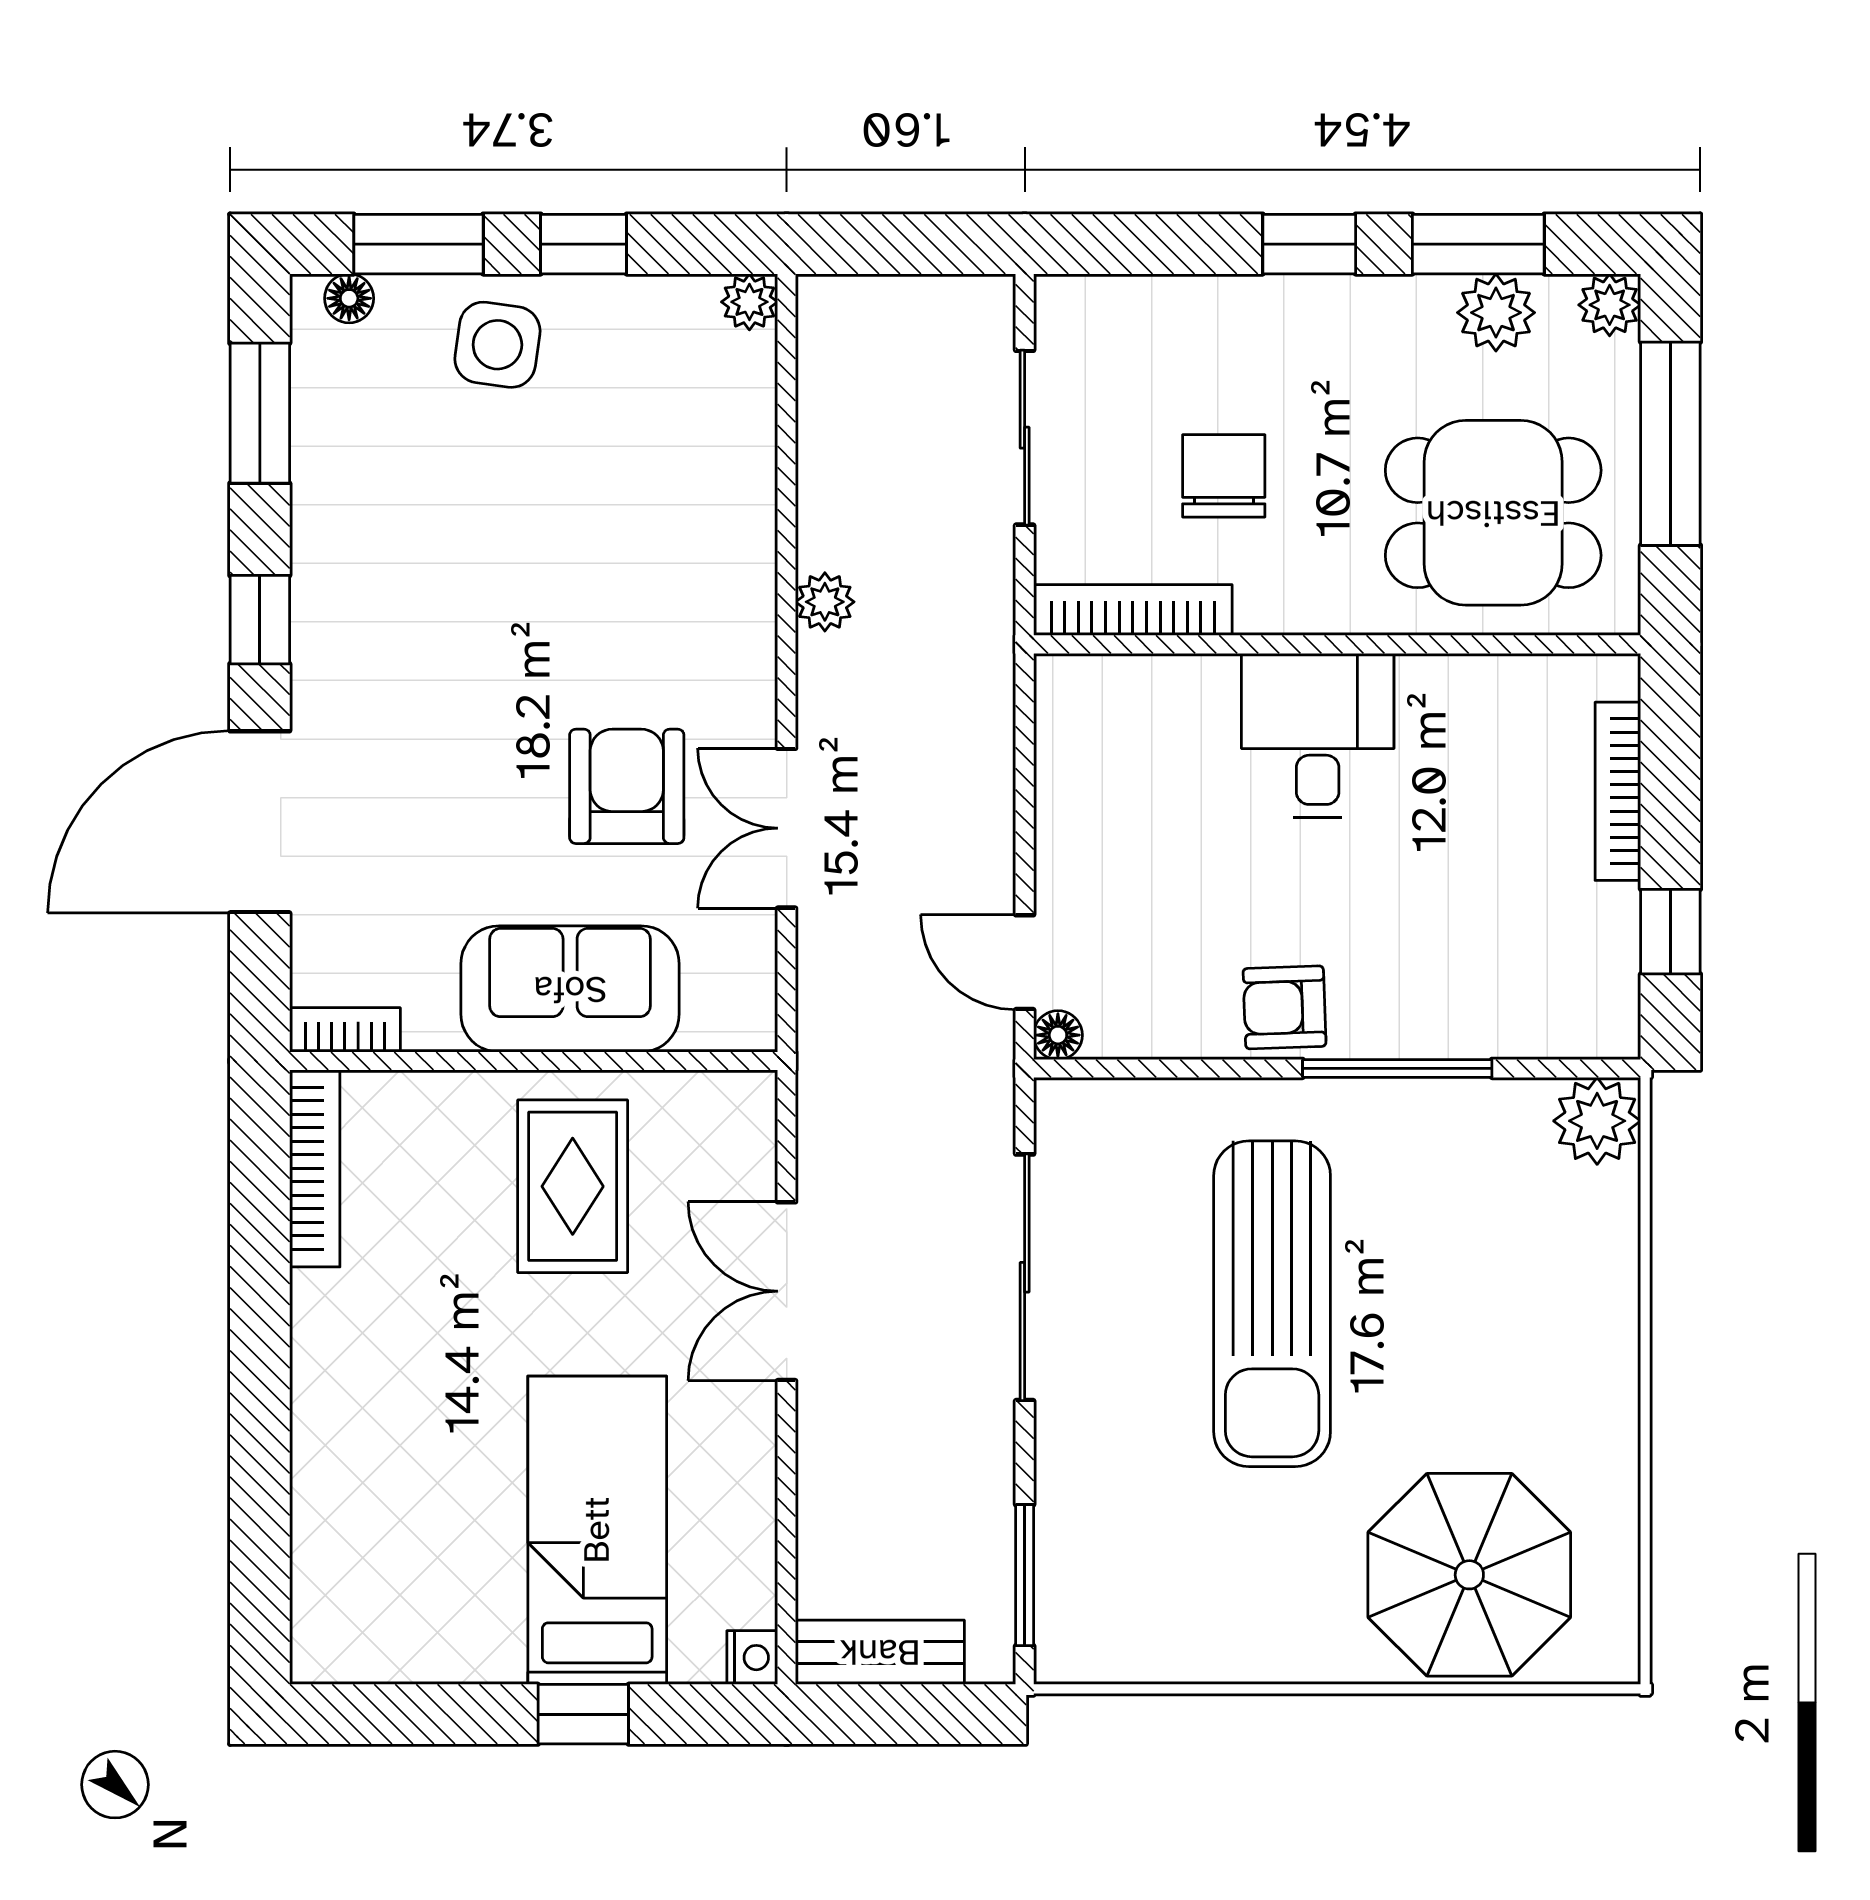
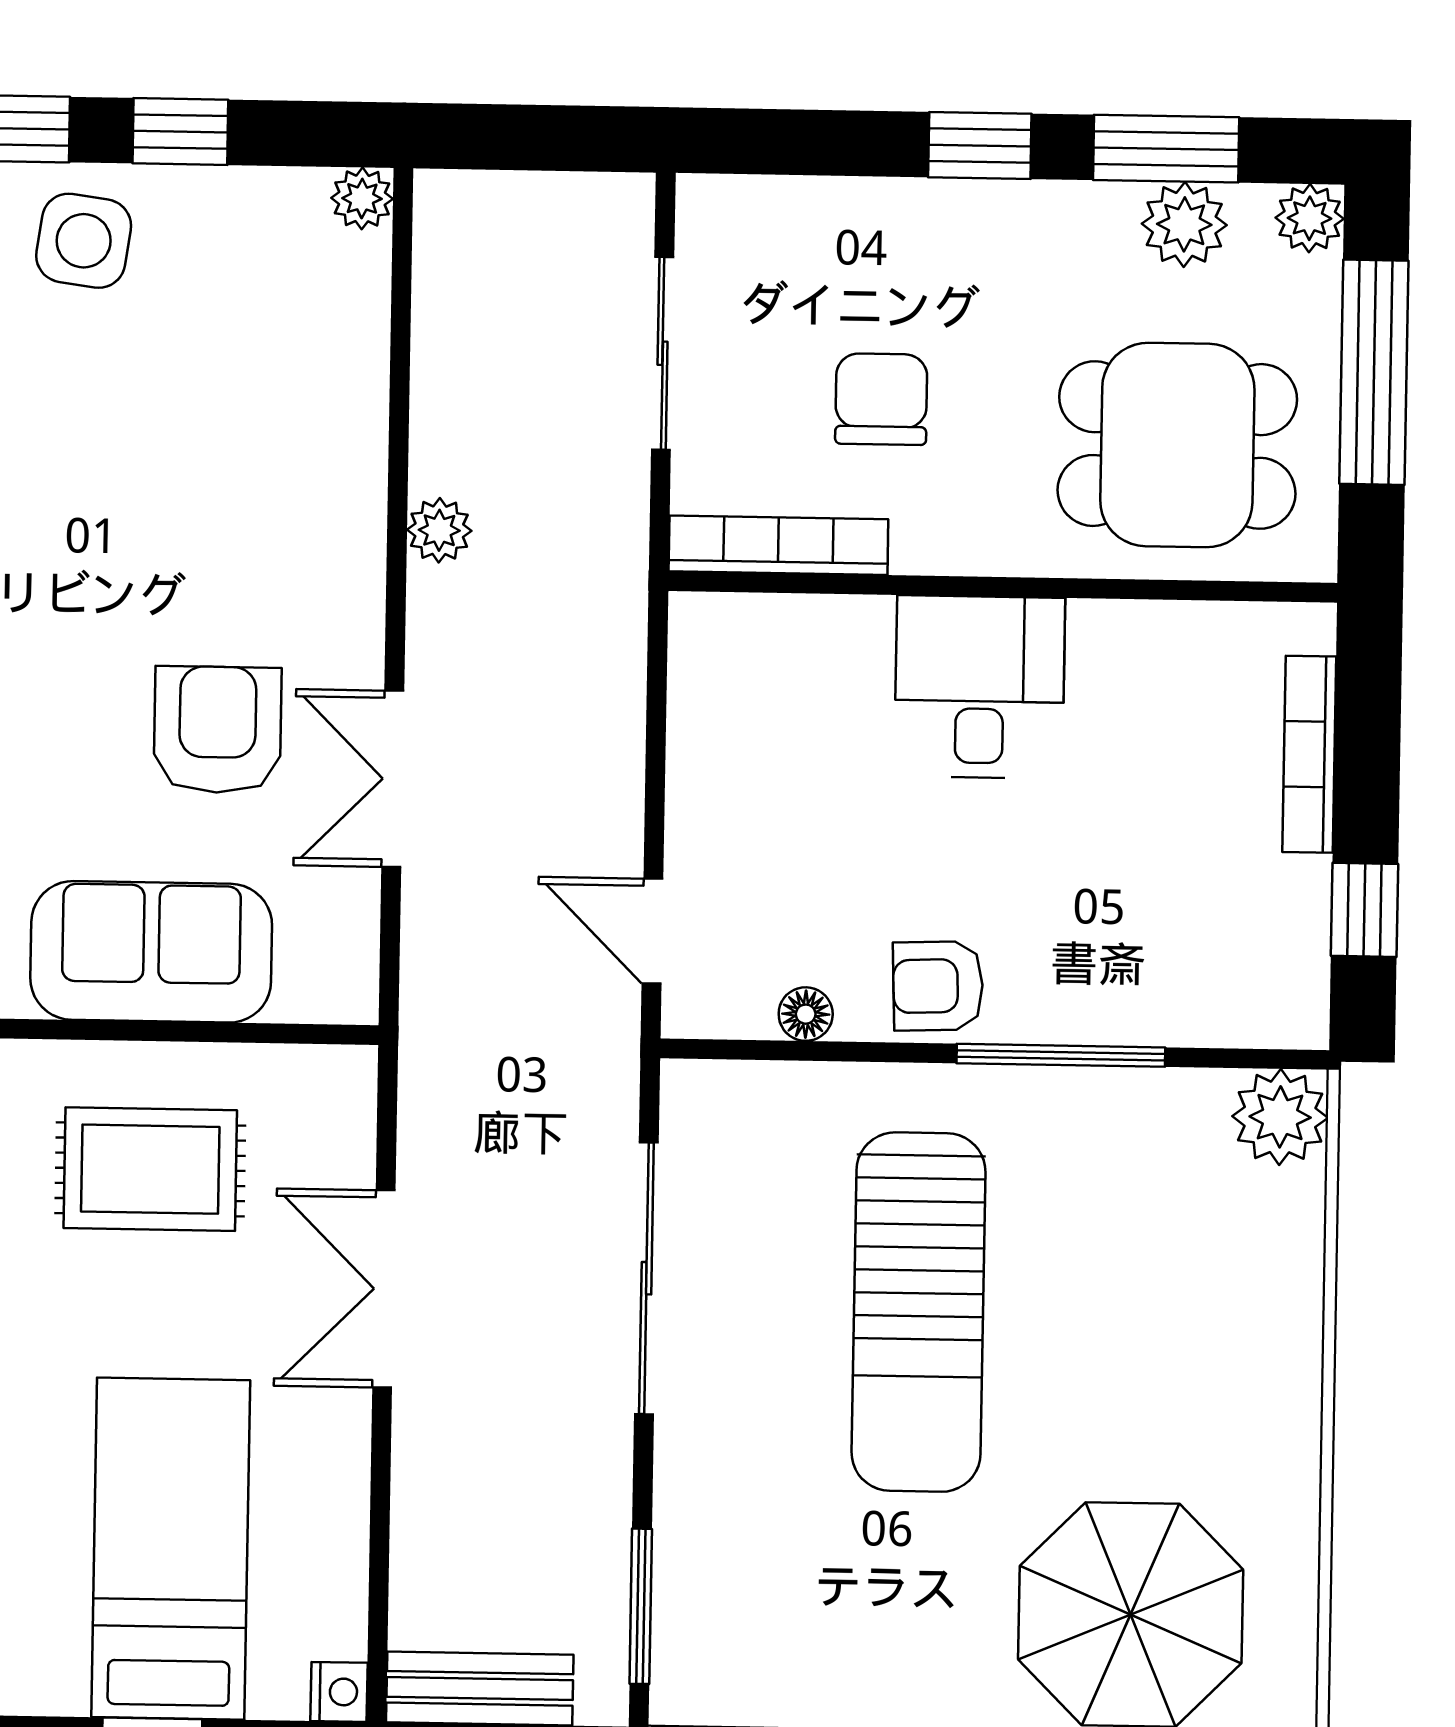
floor lamp: (1058, 1035) -> (806, 1014), moved
rug: (573, 1186) -> (150, 1169), turned 90

